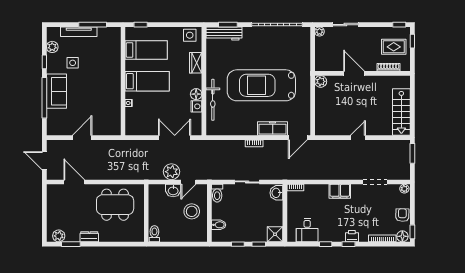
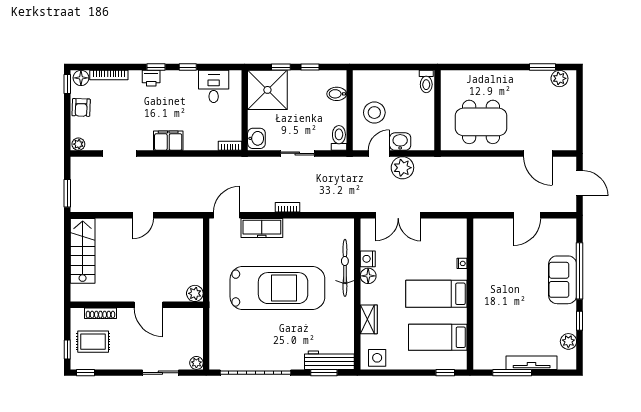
side table: (73, 63) -> (540, 319), removed
shower: (275, 234) -> (267, 90), width x1.86, depth x1.86
dresser: (89, 237) -> (517, 77), removed

